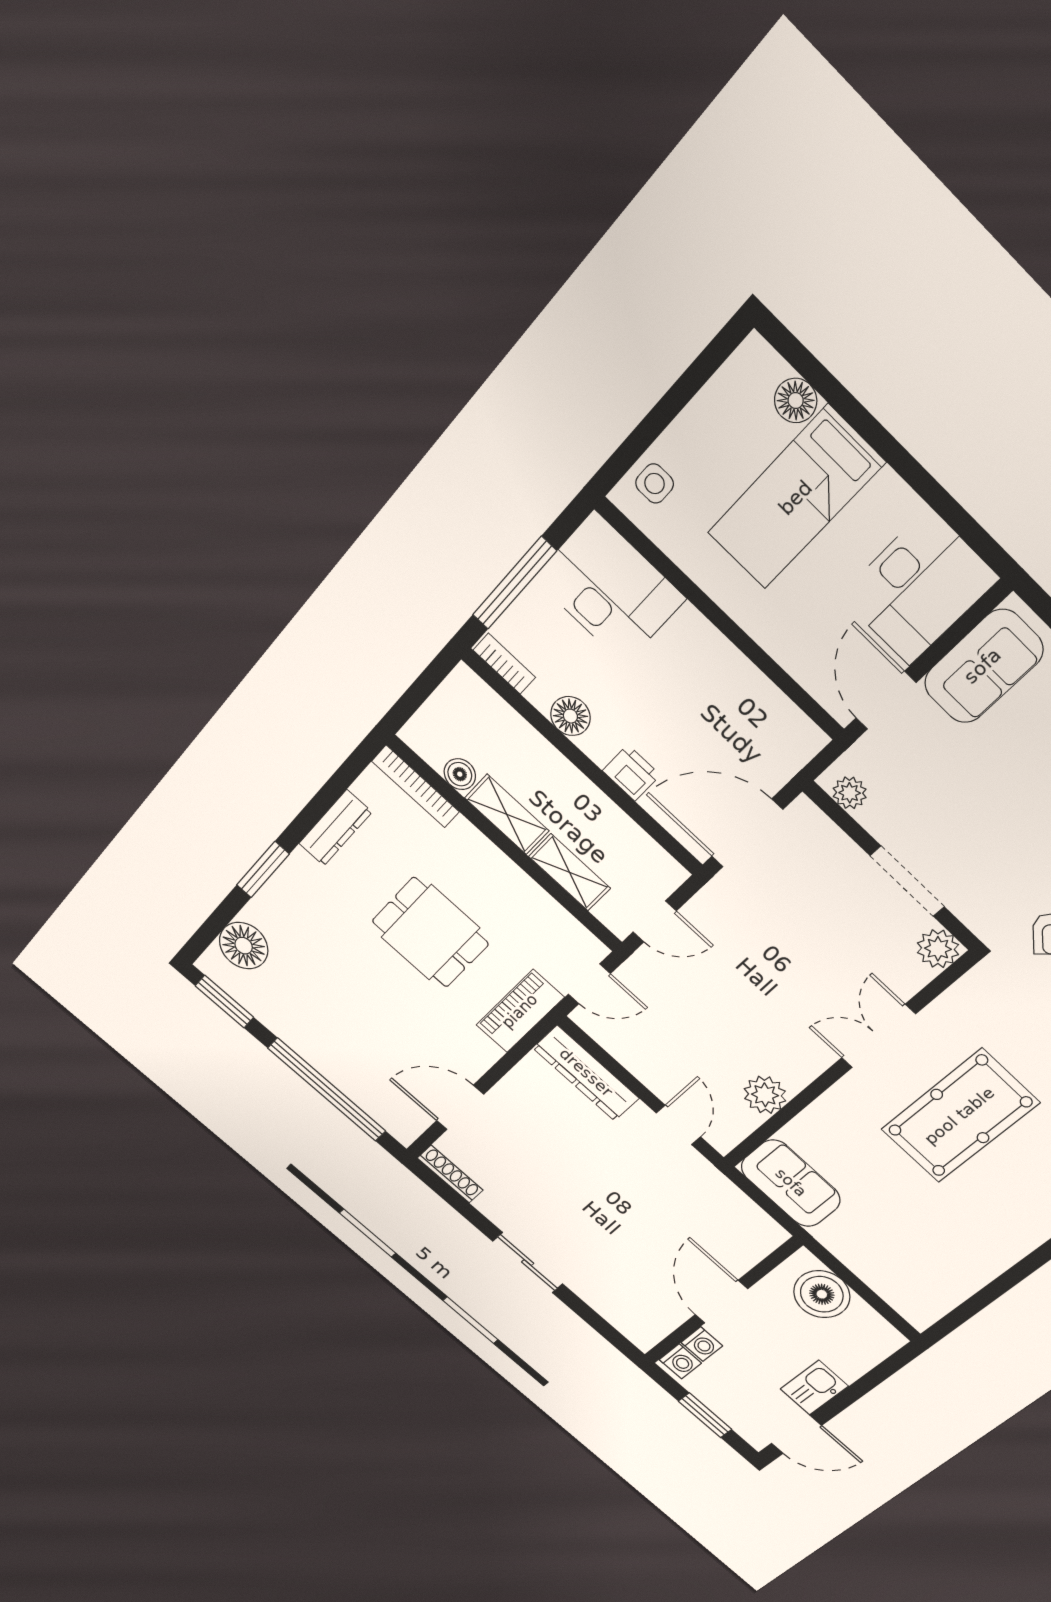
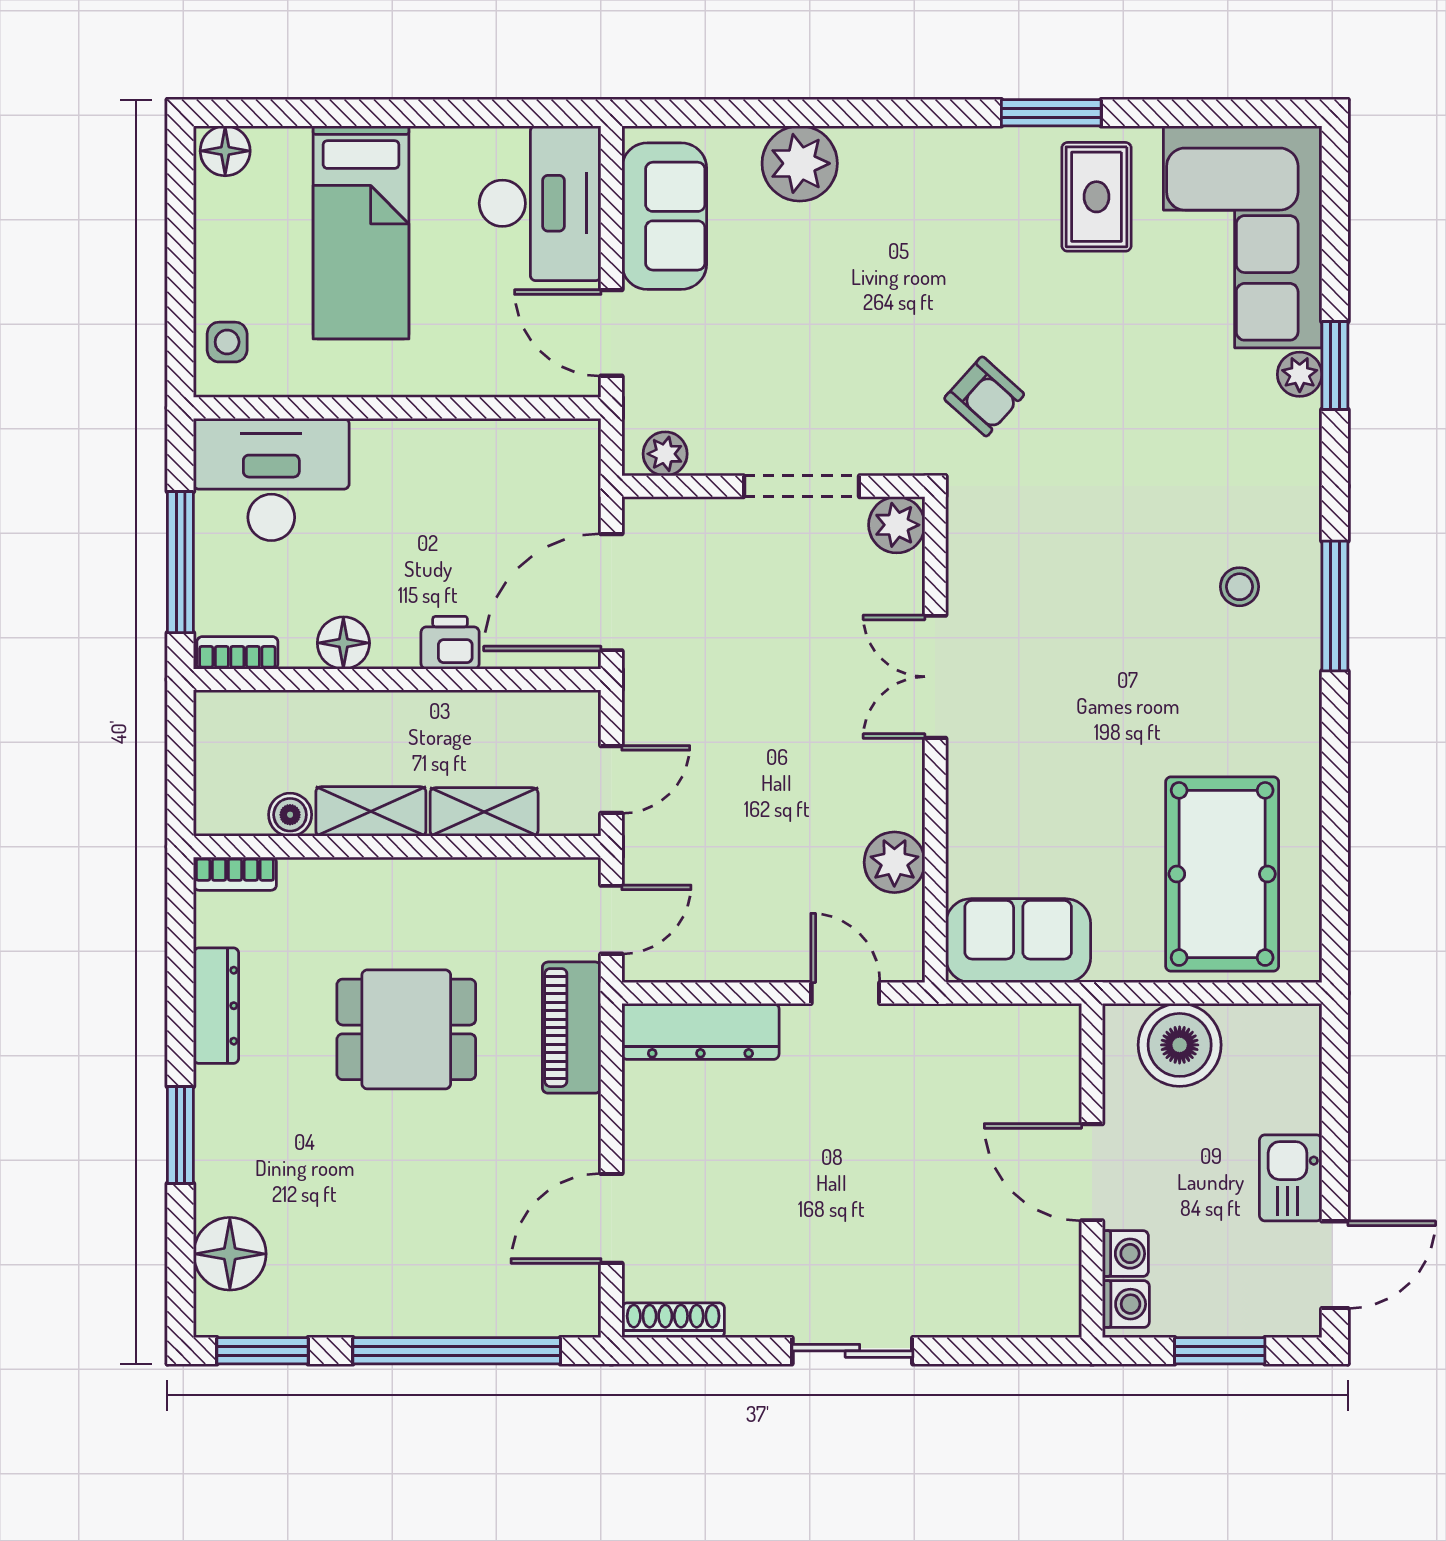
floor lamp: (796, 401) -> (225, 151), moved
bookcase: (415, 786) -> (235, 874), width x0.64
pool table: (960, 1116) -> (1222, 874), moved

